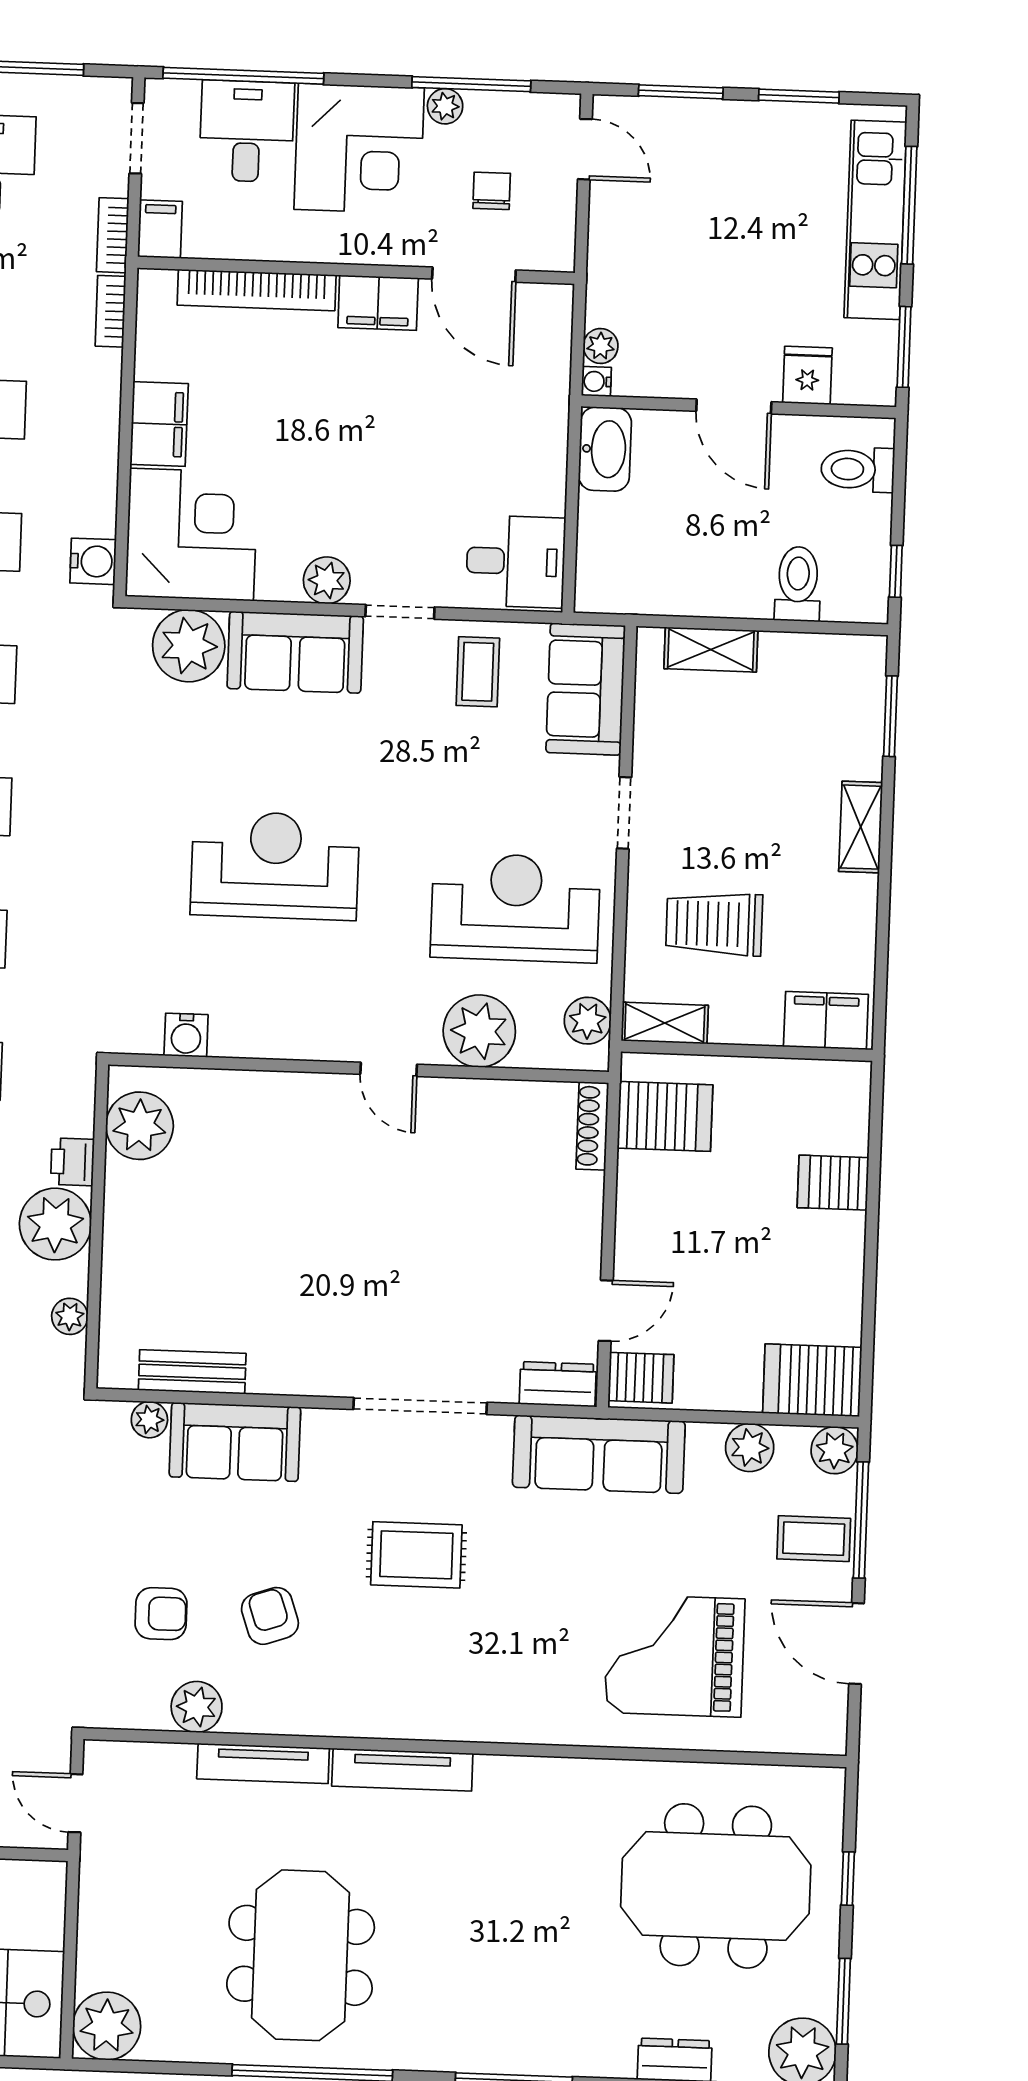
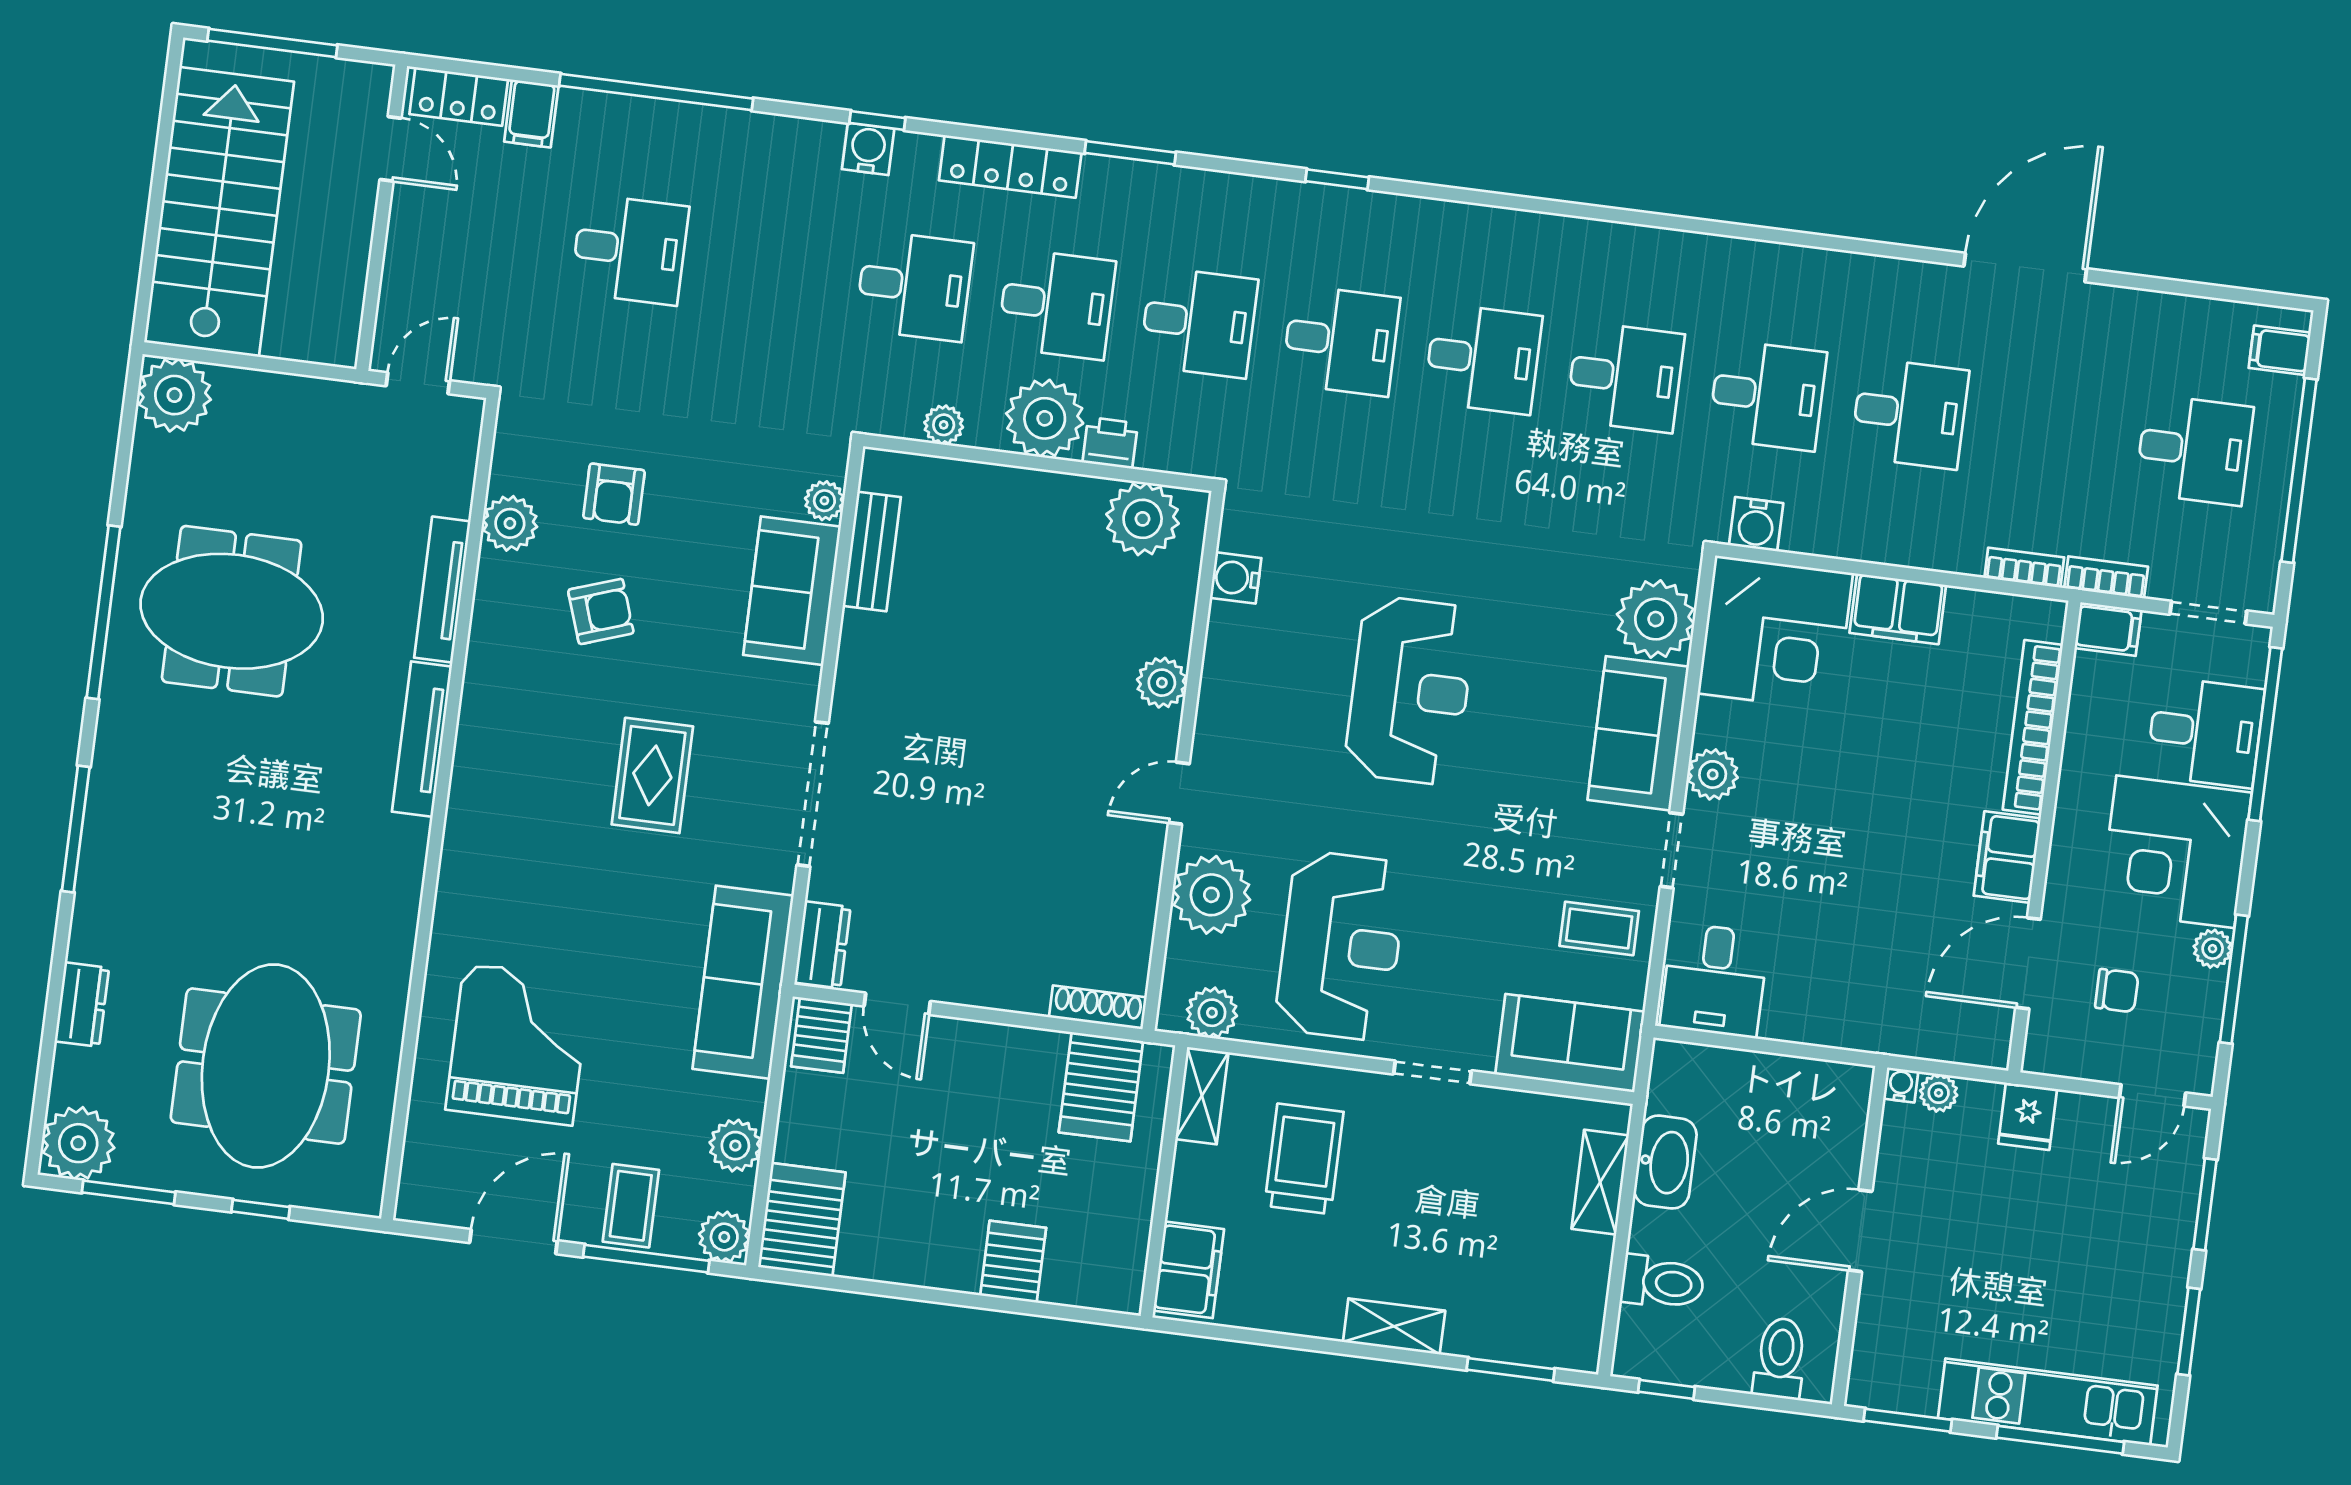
fridge: (807, 375) -> (2028, 1116), moved, turned 90
washbasin: (605, 449) -> (1665, 1162), moved, turned -90
plant: (288, 1094) -> (1162, 683), added

